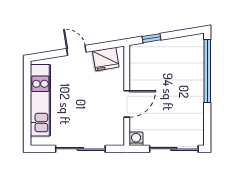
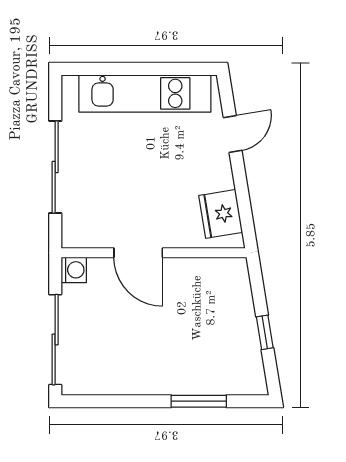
window: (152, 38) -> (265, 332), moved
door: (76, 50) -> (233, 134), moved
window: (207, 71) -> (199, 401), width x0.47

